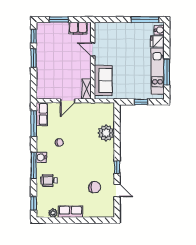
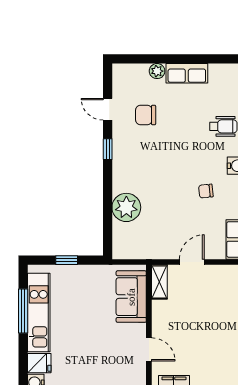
plant: (53, 213) -> (157, 71), moved

